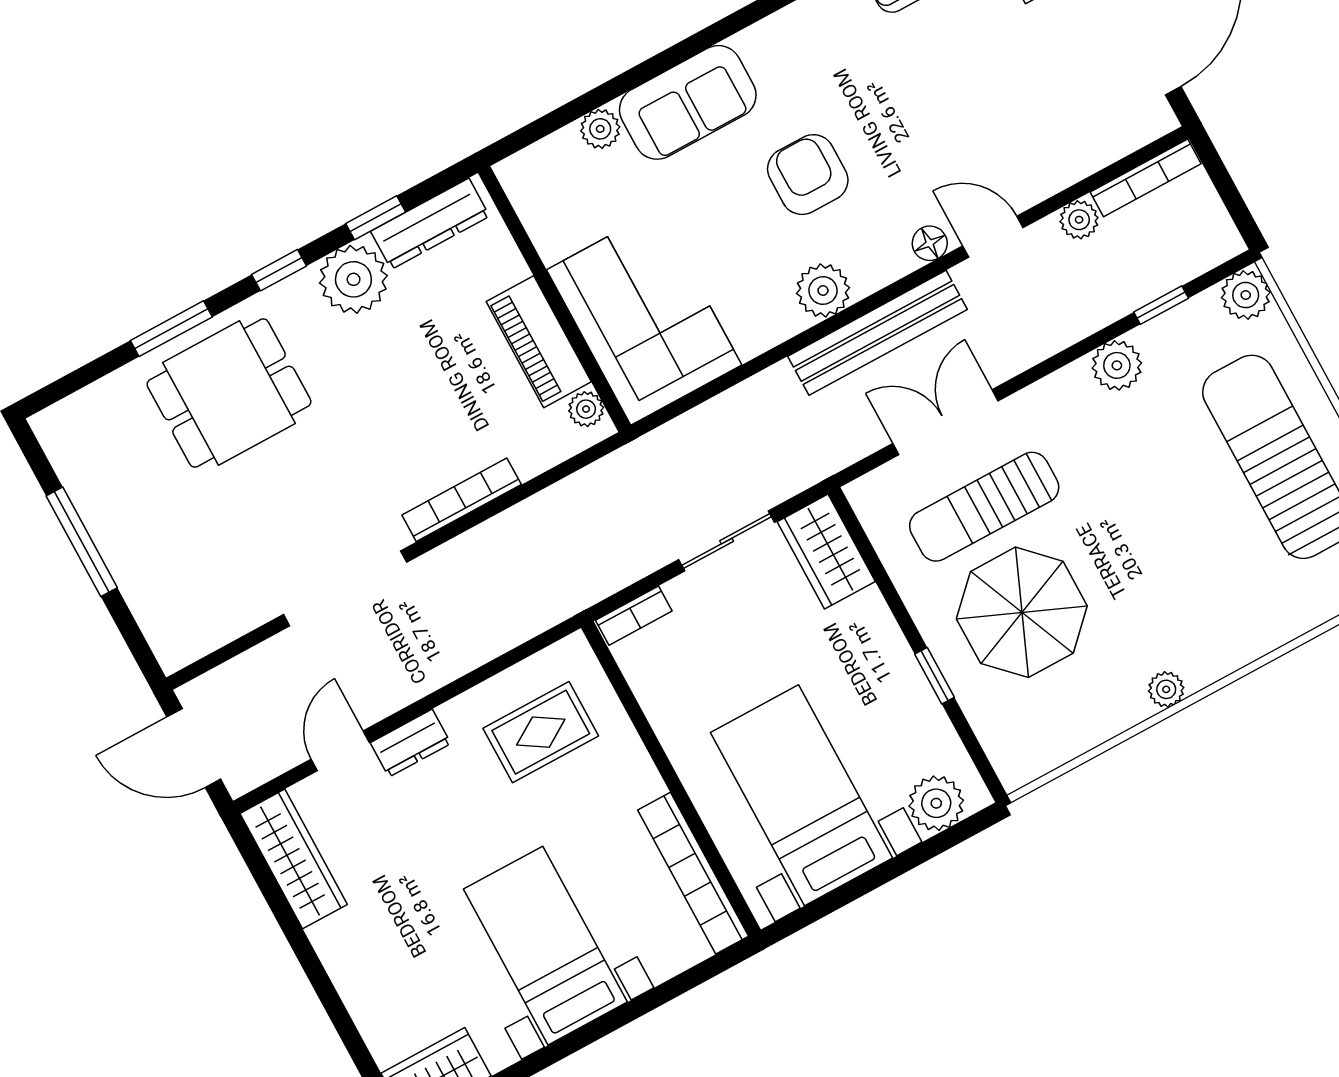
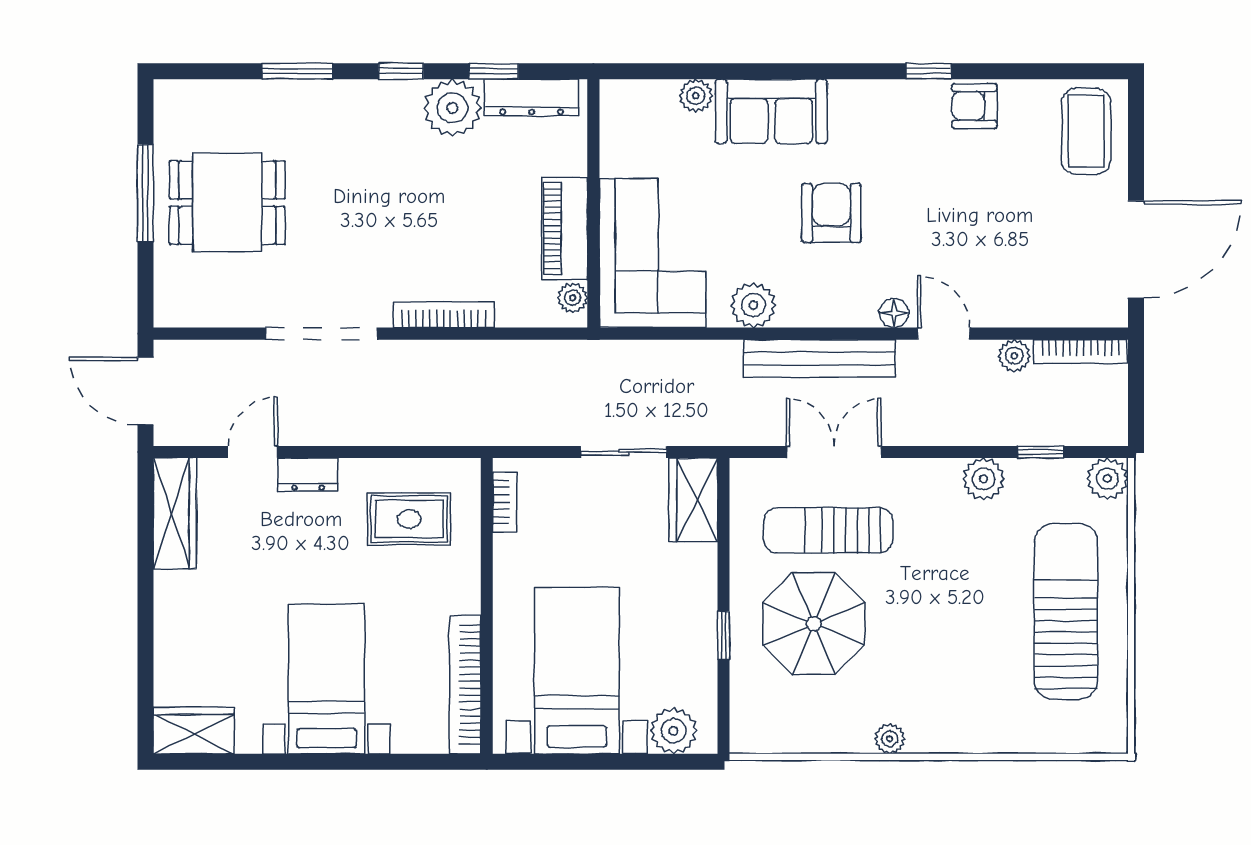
plant: (823, 291) -> (753, 305), moved
dining table: (229, 393) -> (227, 203), moved
bookcase: (634, 616) -> (505, 502), moved, turned -90

